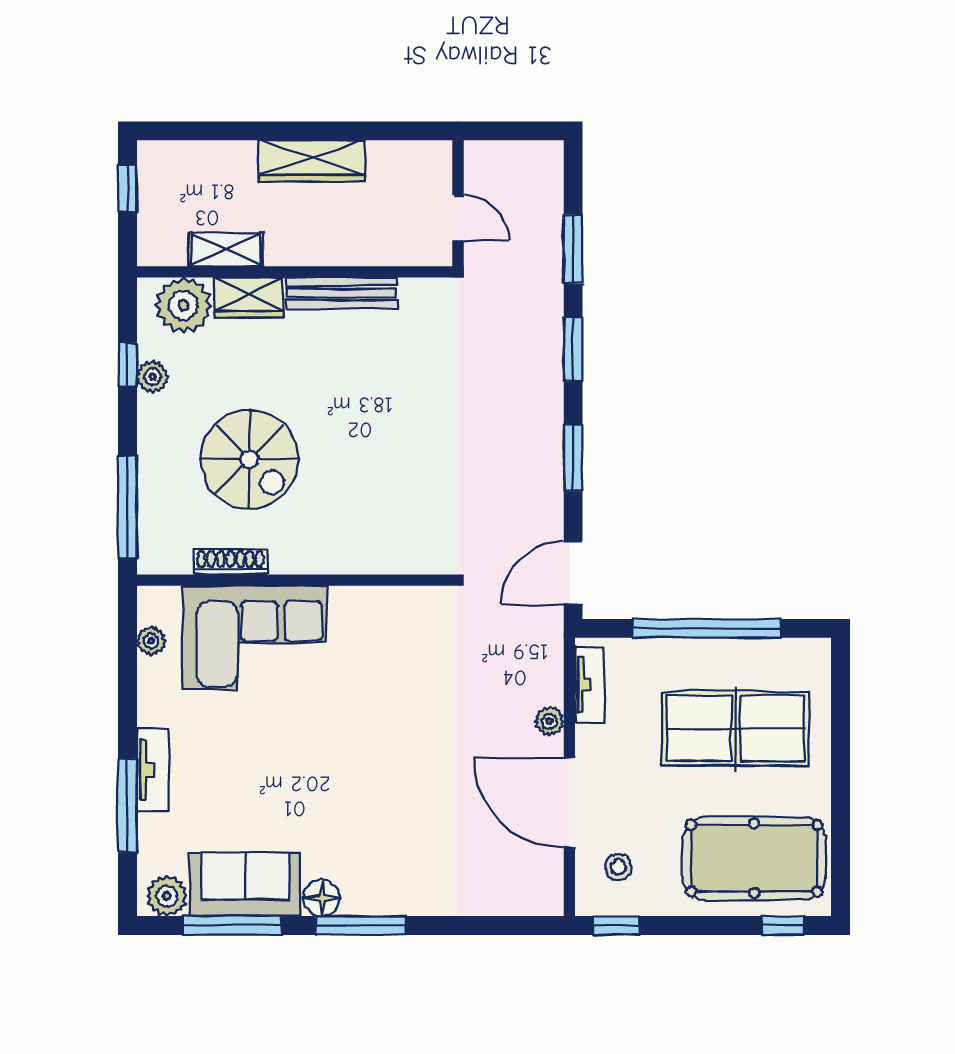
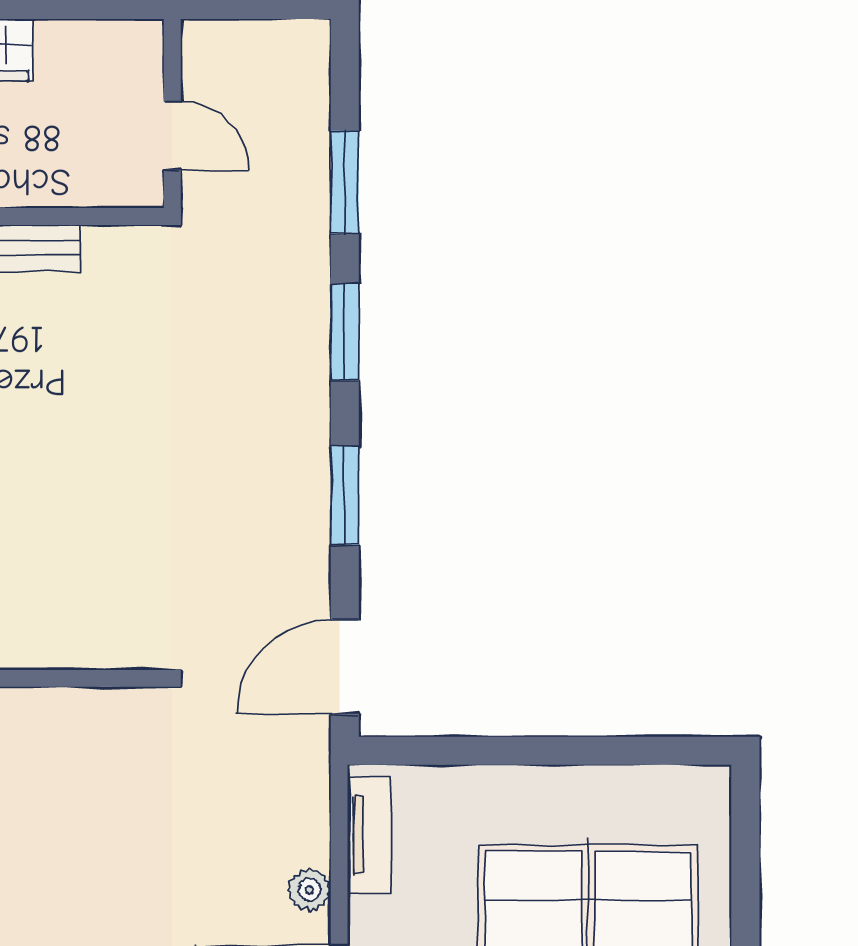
window: (707, 628) -> (545, 751), removed

